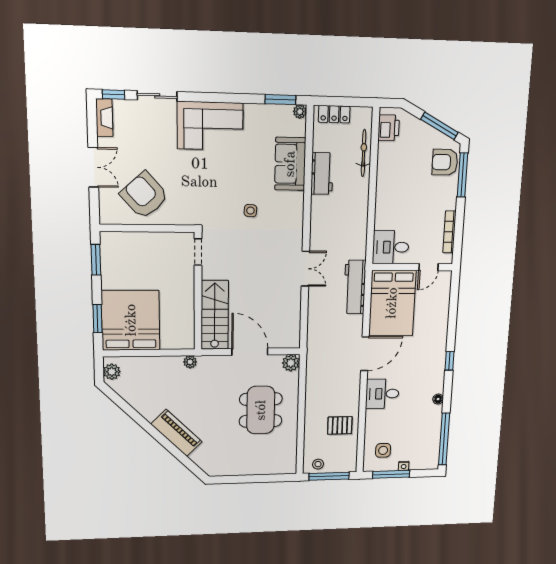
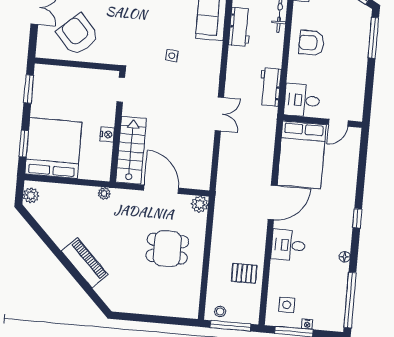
armchair: (445, 162) -> (311, 43), moved
bookcase: (449, 232) -> (360, 90), removed
workbench: (355, 287) -> (270, 87), moved, width x0.73
nightstand: (188, 301) -> (107, 134), added
dining table: (261, 410) -> (167, 249), width x0.73

